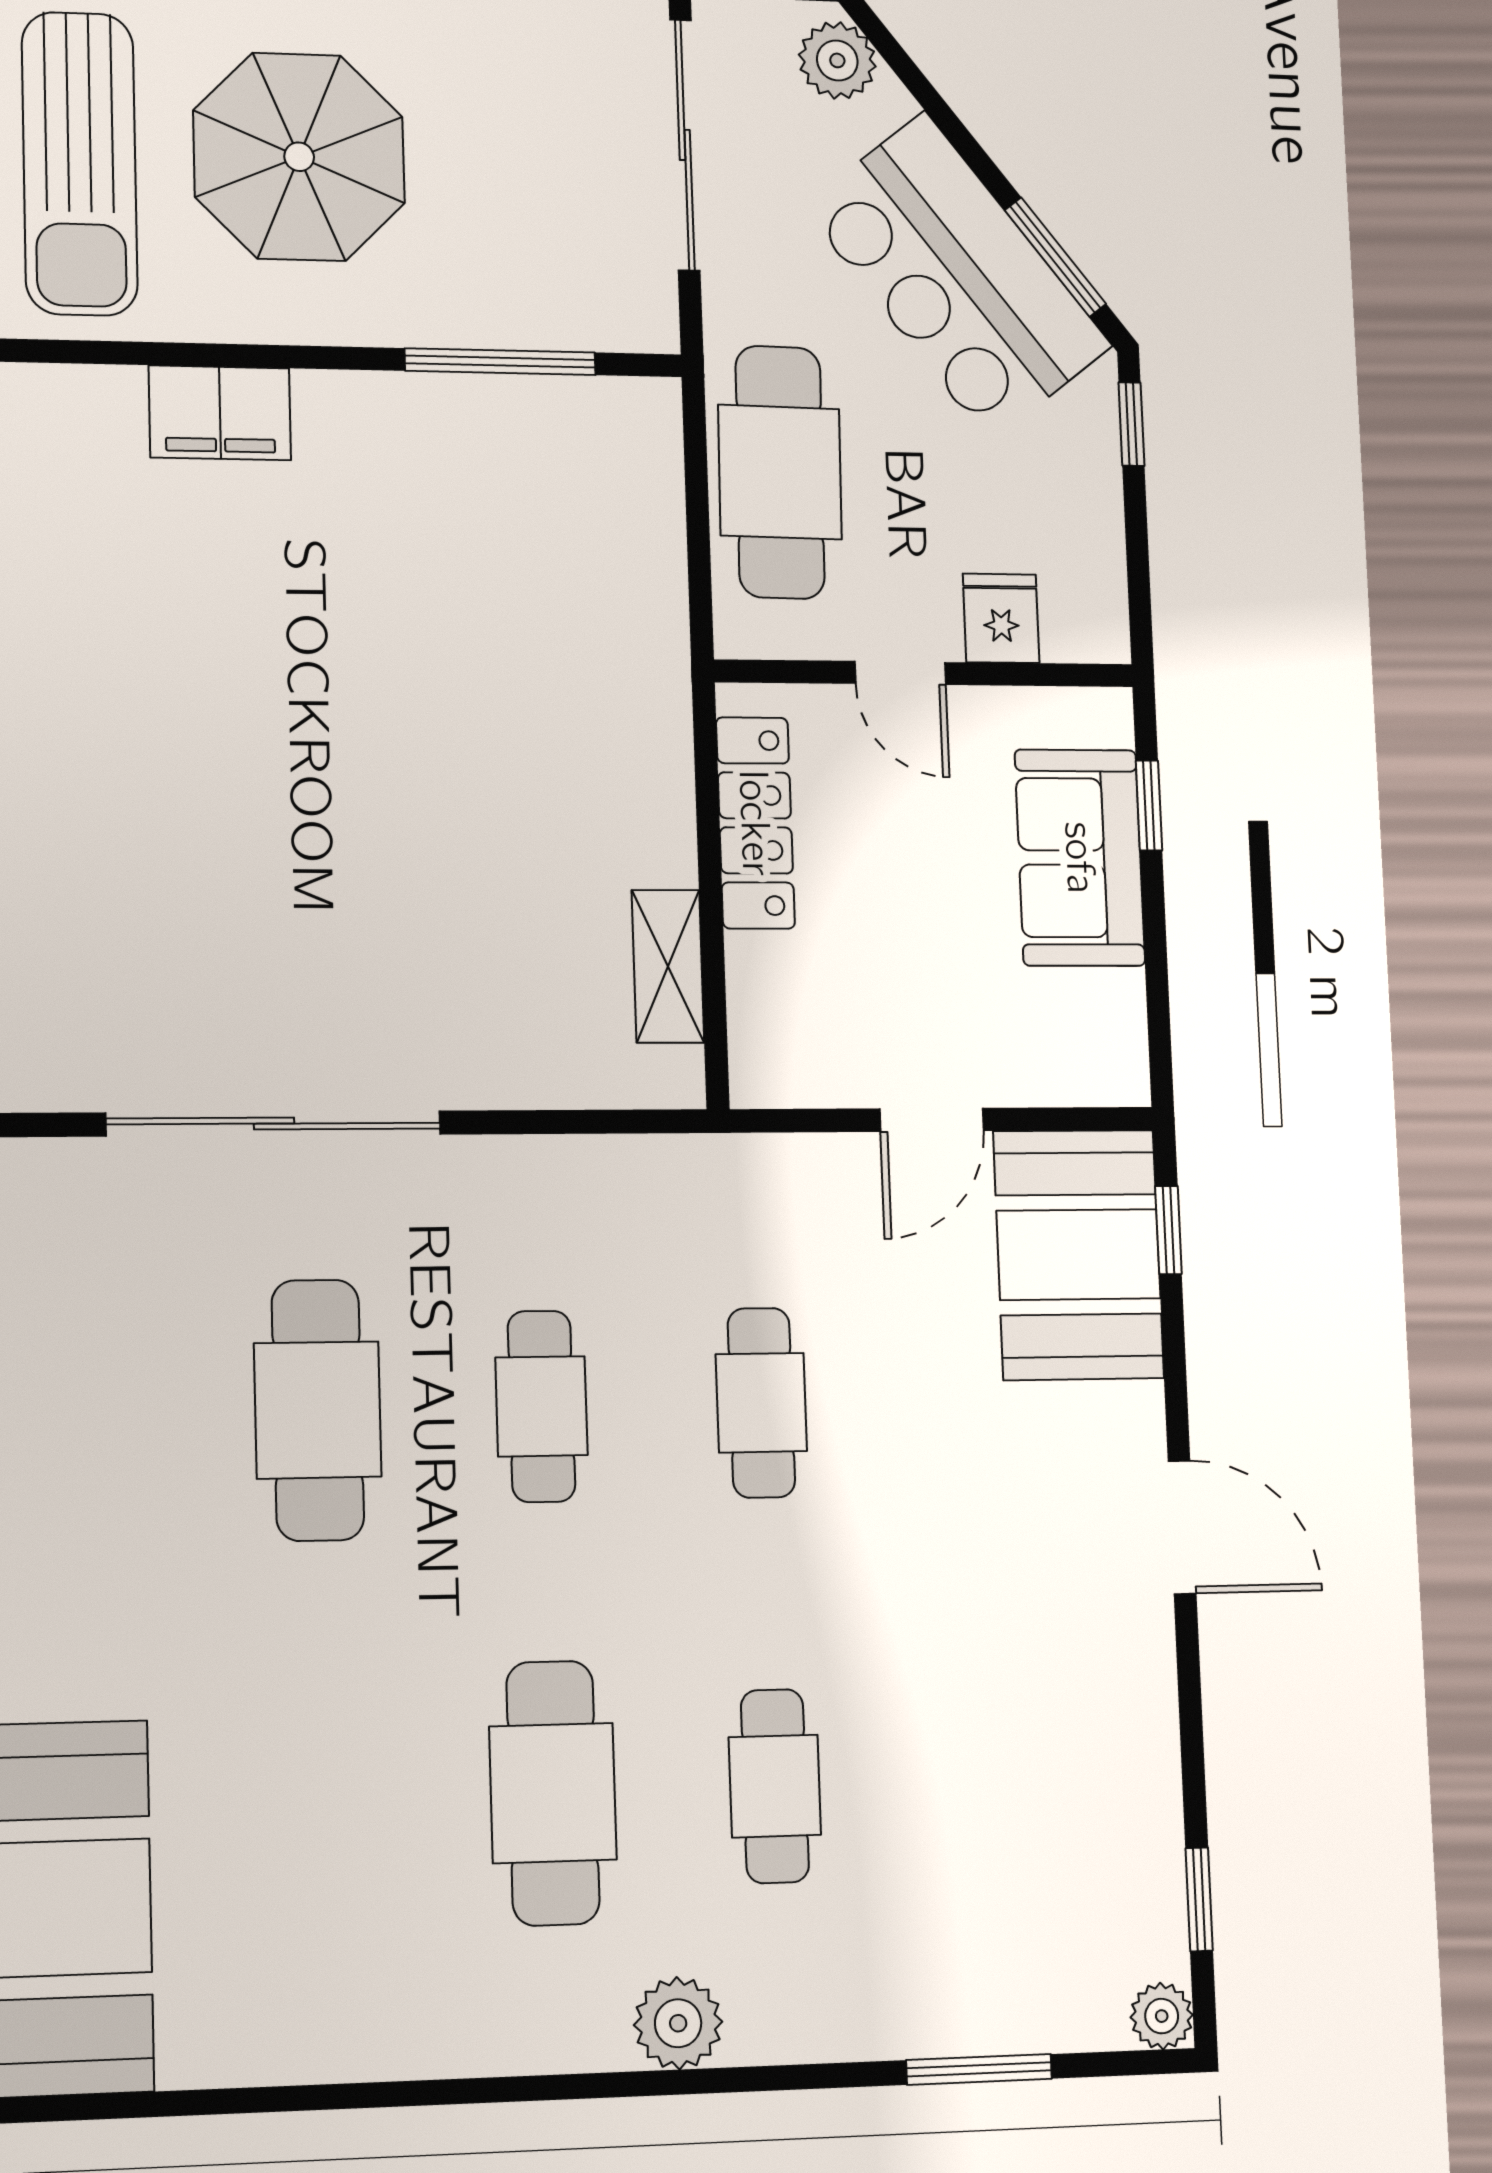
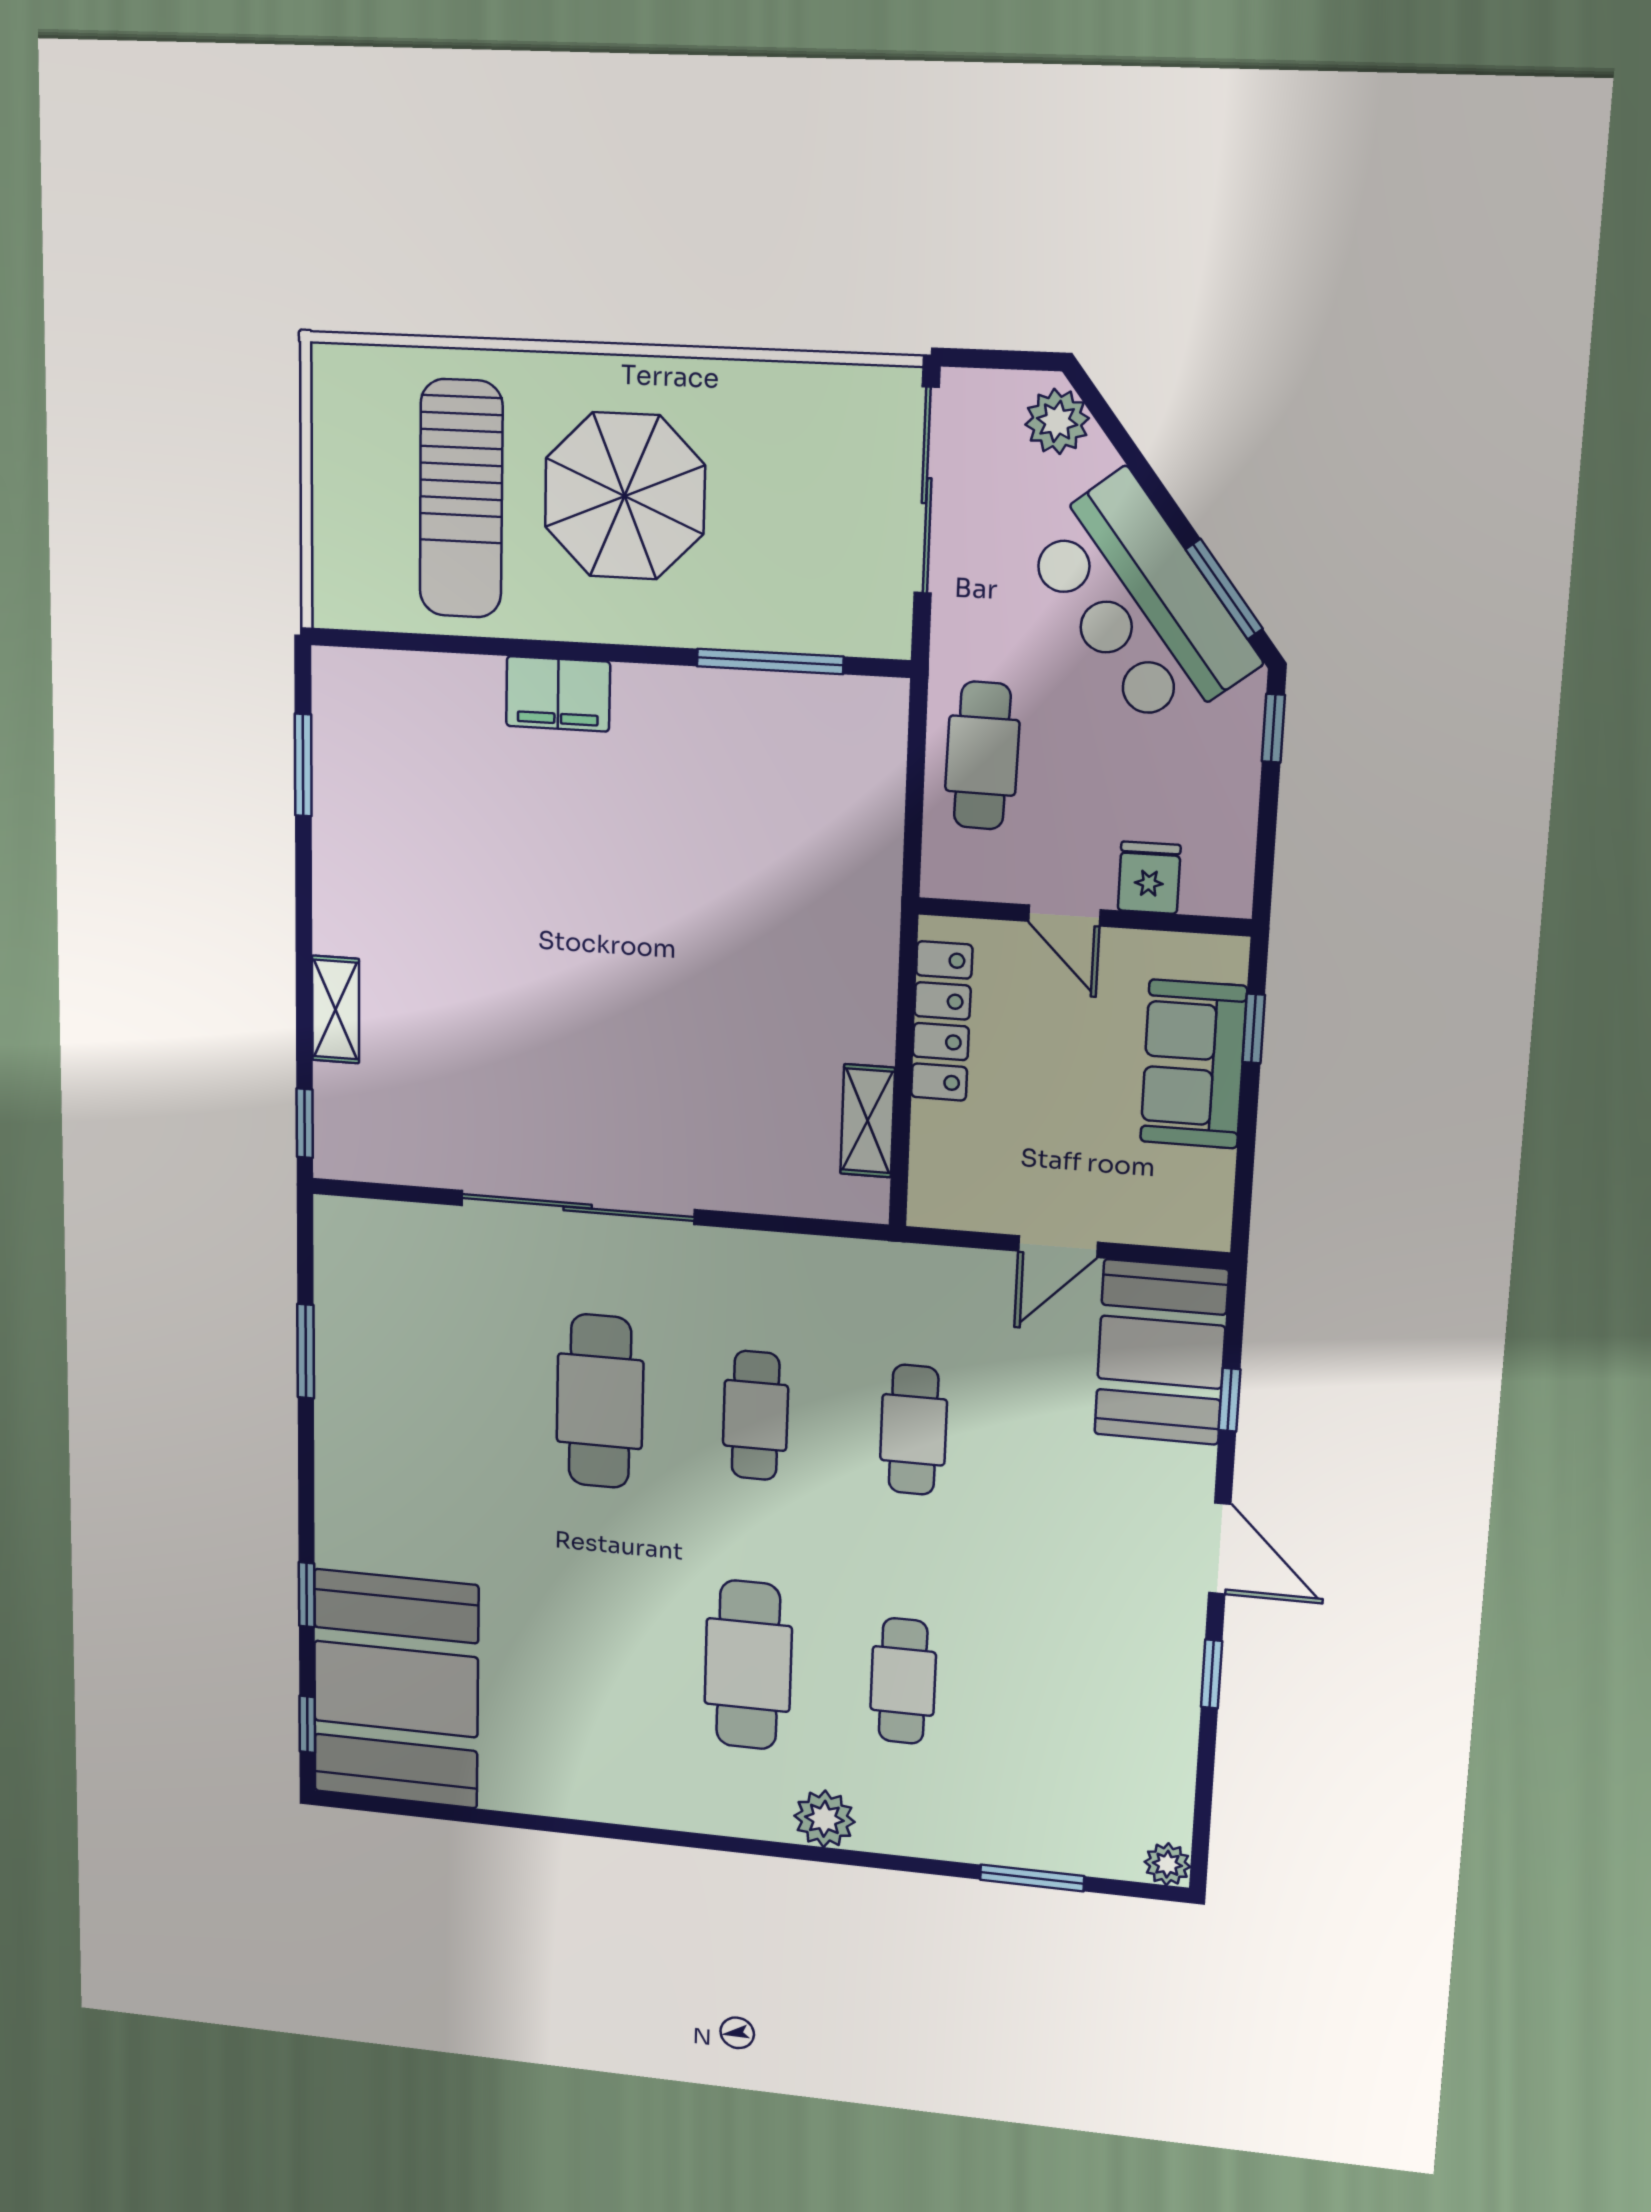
cafe table: (780, 472) -> (982, 756), width x0.73, depth x0.74
window: (1168, 1230) -> (1229, 1400), moved
window: (1199, 1899) -> (1212, 1674), moved

